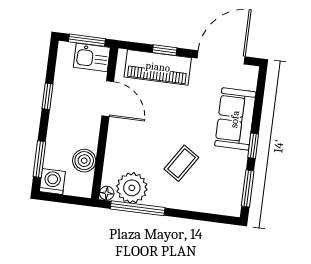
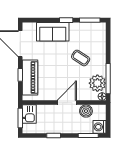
door: (108, 99) -> (67, 103), moved

